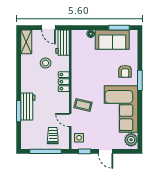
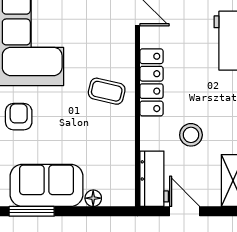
locker: (64, 82) -> (151, 82), width x1.53
coffee table: (83, 105) -> (107, 91), moved

